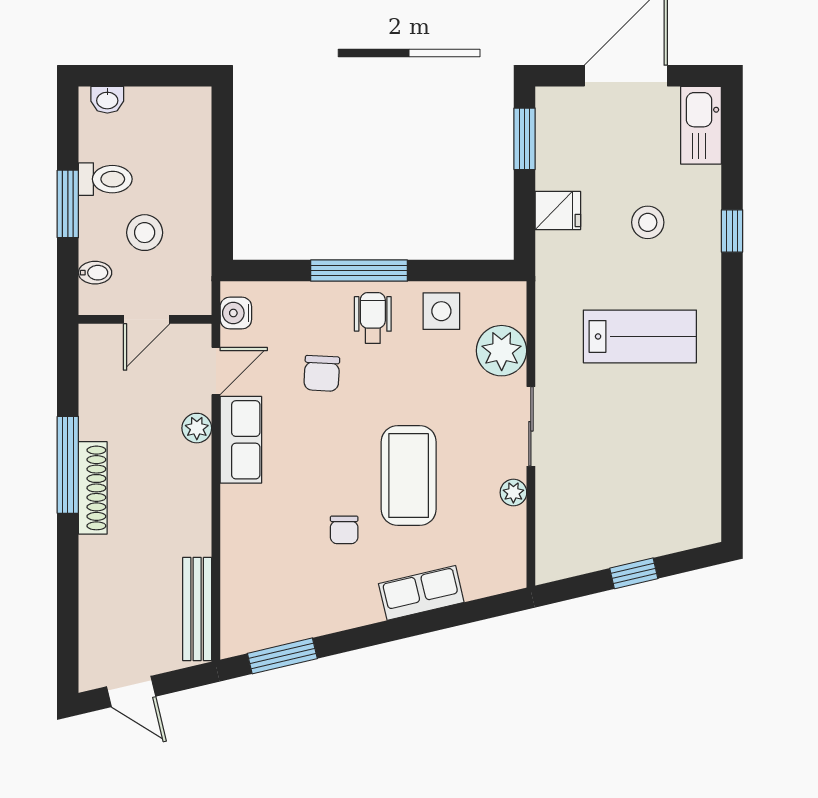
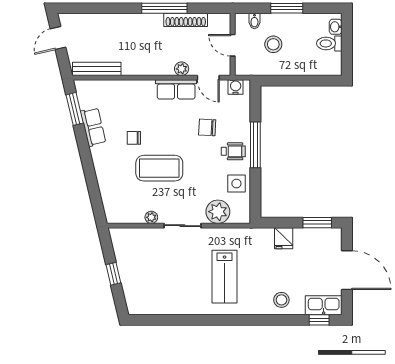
toilet: (105, 179) -> (329, 43), moved, turned 90
stool: (648, 222) -> (281, 300), moved
window: (732, 231) -> (319, 320), moved
shoe rack: (93, 488) -> (186, 20), moved
row of seats: (421, 593) -> (93, 127), moved

